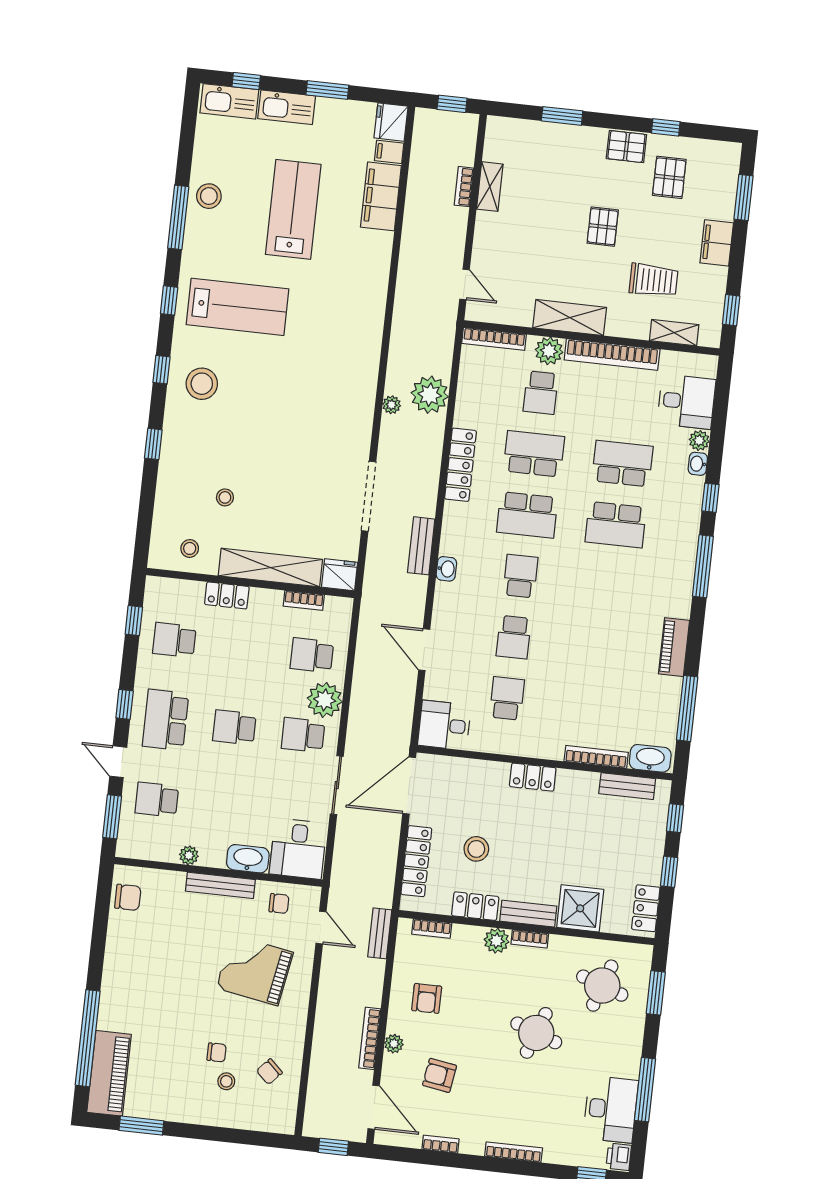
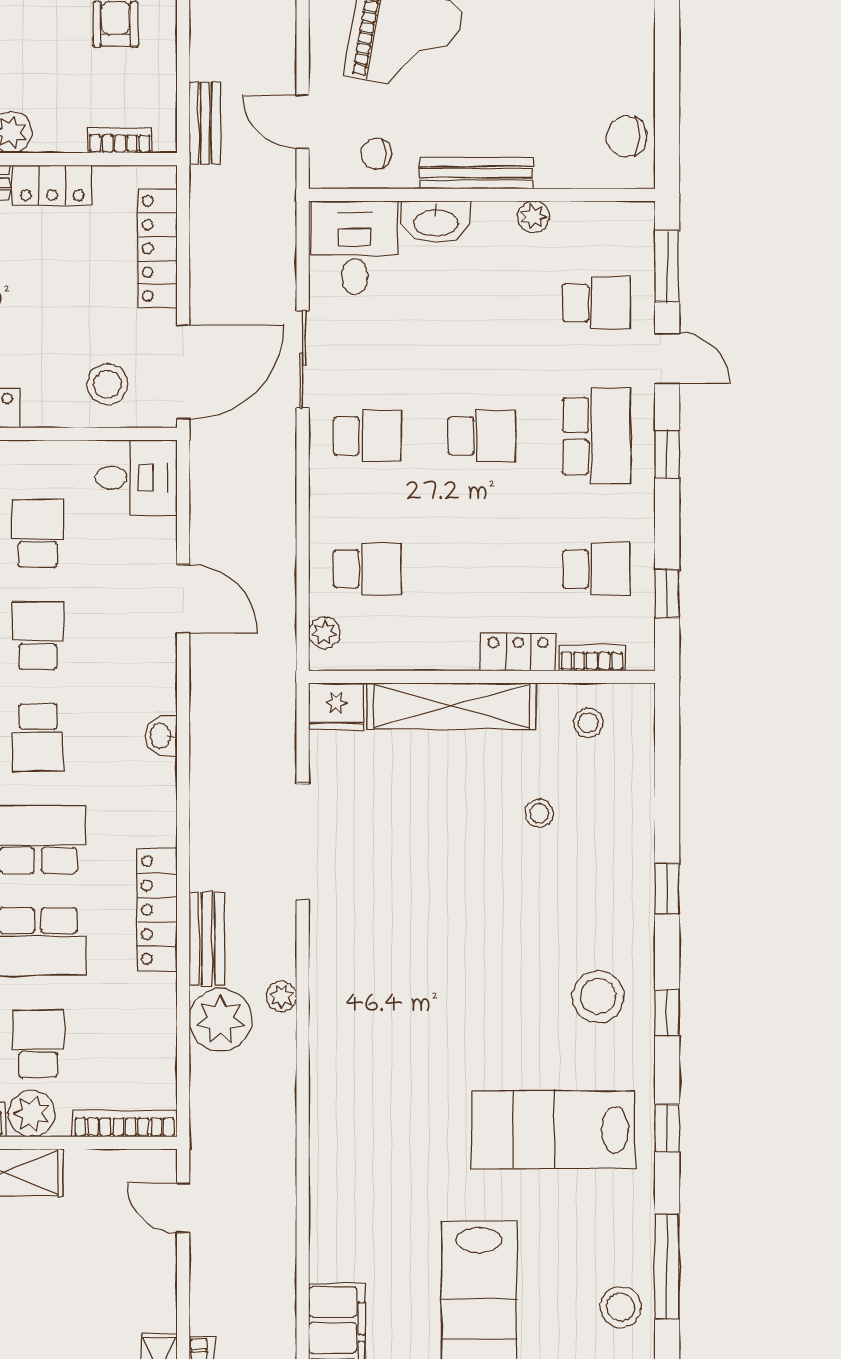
bench: (421, 546) -> (207, 939), moved
bookcase: (304, 600) -> (592, 658), moved
school desk: (507, 698) -> (38, 533), turned 180
plant: (325, 700) -> (324, 633), moved, width x0.53, depth x0.53
stool: (476, 849) -> (107, 384), moved

